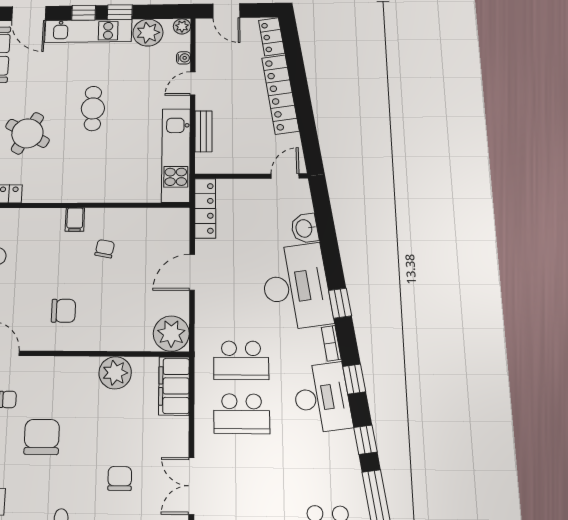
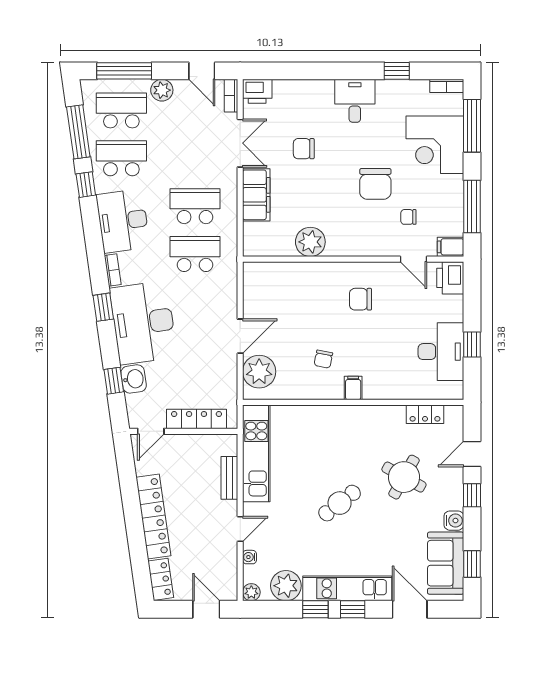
cafe table: (93, 108) -> (340, 503), turned 52
locker: (205, 208) -> (196, 419), moved, turned 90
plant: (171, 334) -> (259, 372), moved
window: (354, 379) -> (114, 381), moved
filing cabinet: (174, 386) -> (256, 195), moved
school desk: (326, 470) -> (121, 158), added
chair: (120, 478) -> (304, 149), turned 90

